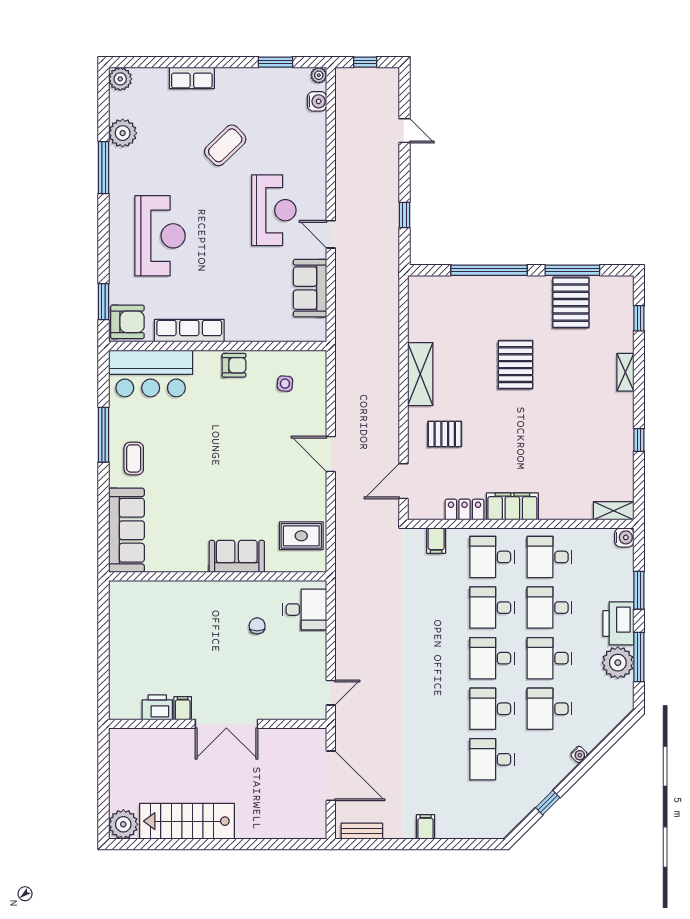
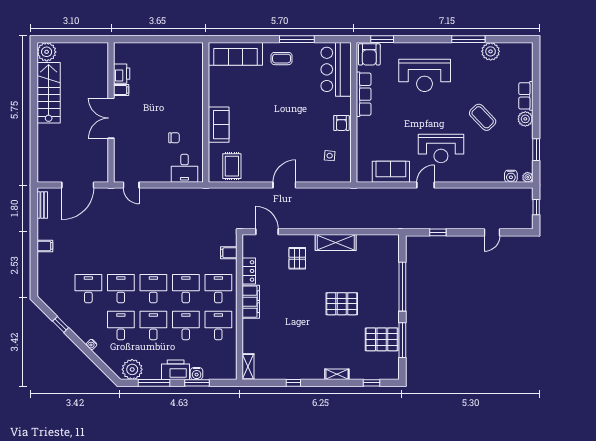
plant: (120, 79) -> (525, 119), moved
water cooler: (624, 537) -> (197, 374), moved
plant: (618, 663) -> (132, 369), moved

